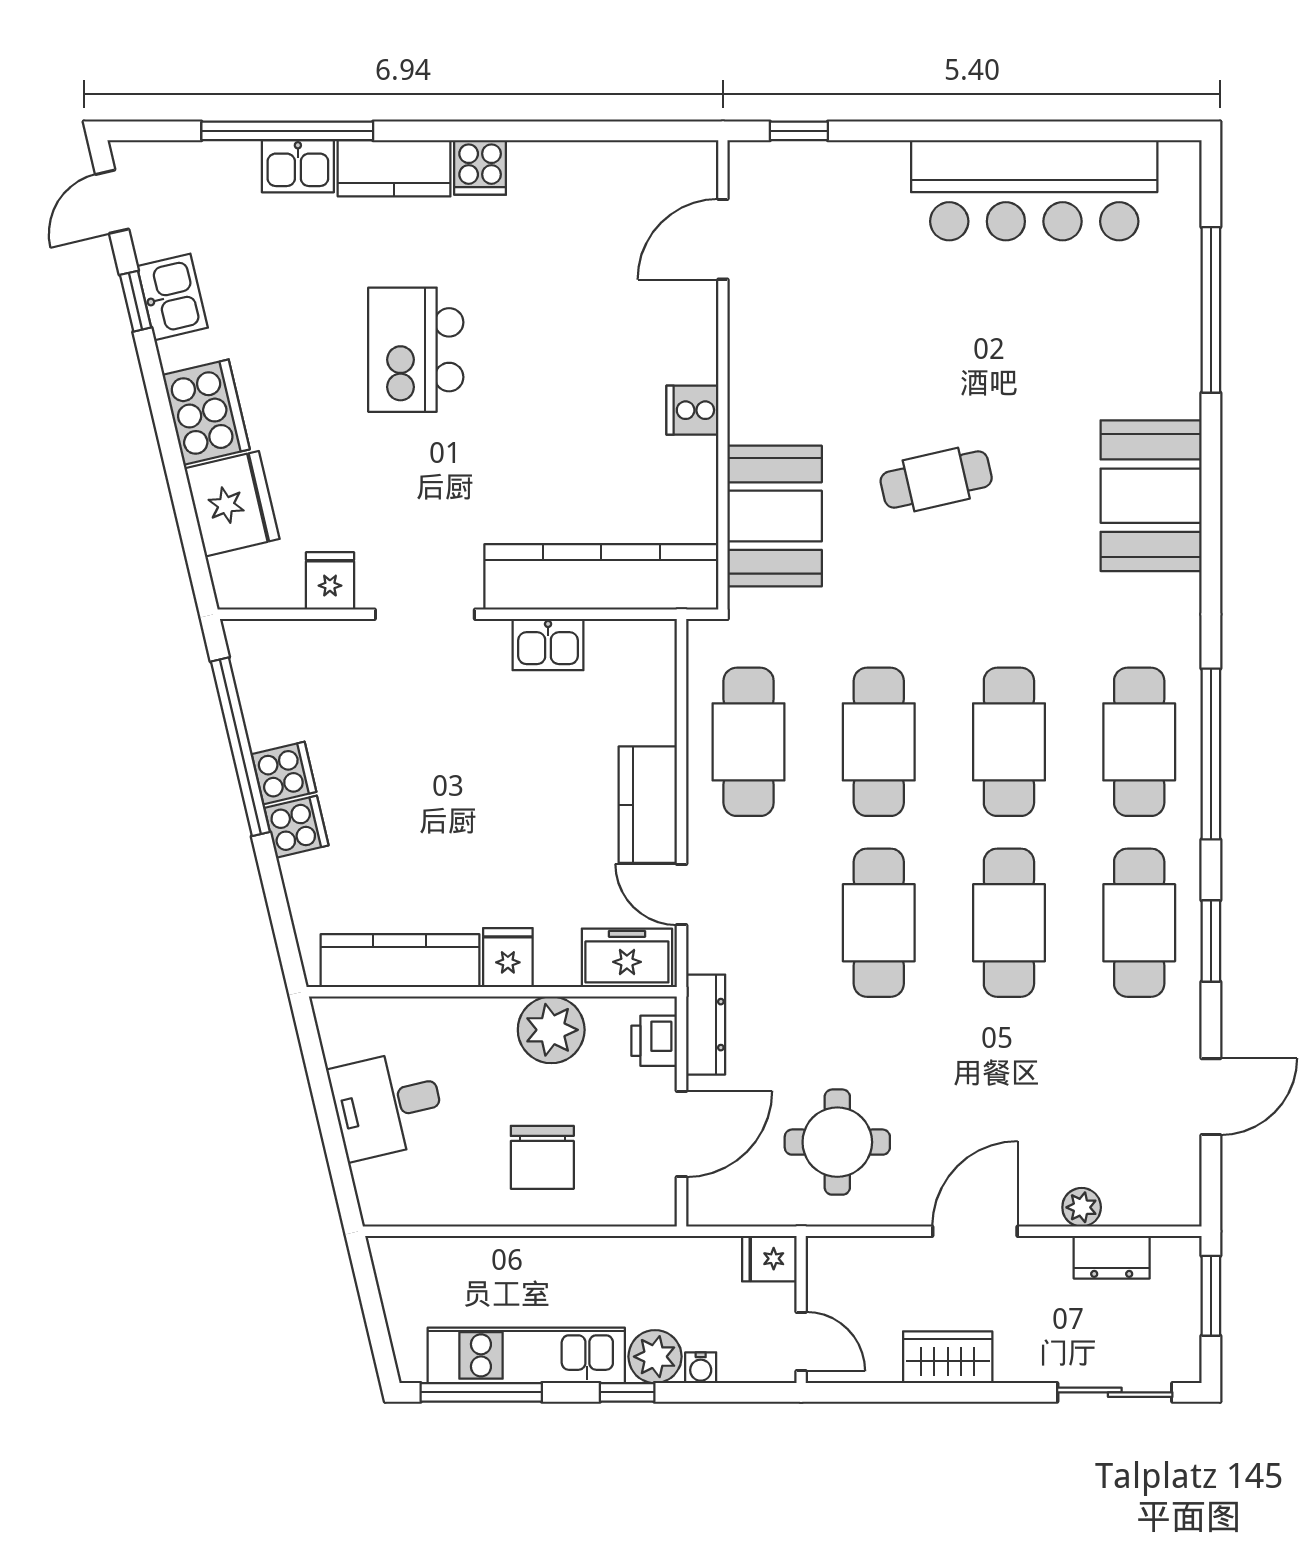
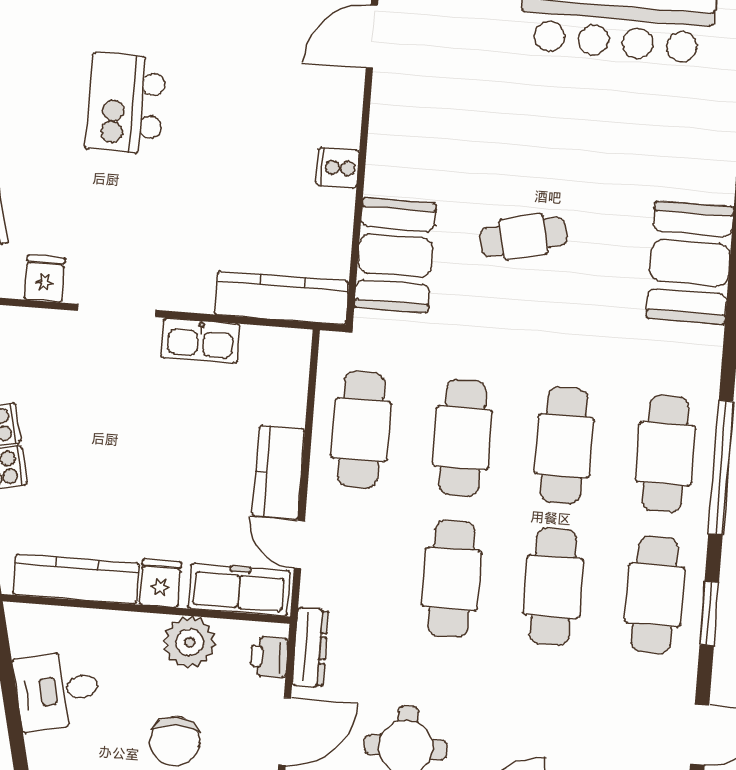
kitchen counter: (601, 577) -> (282, 298), width x0.72, depth x0.86
kitchen sink: (548, 645) -> (200, 341), width x1.38
freezer: (627, 958) -> (239, 590), width x1.40

